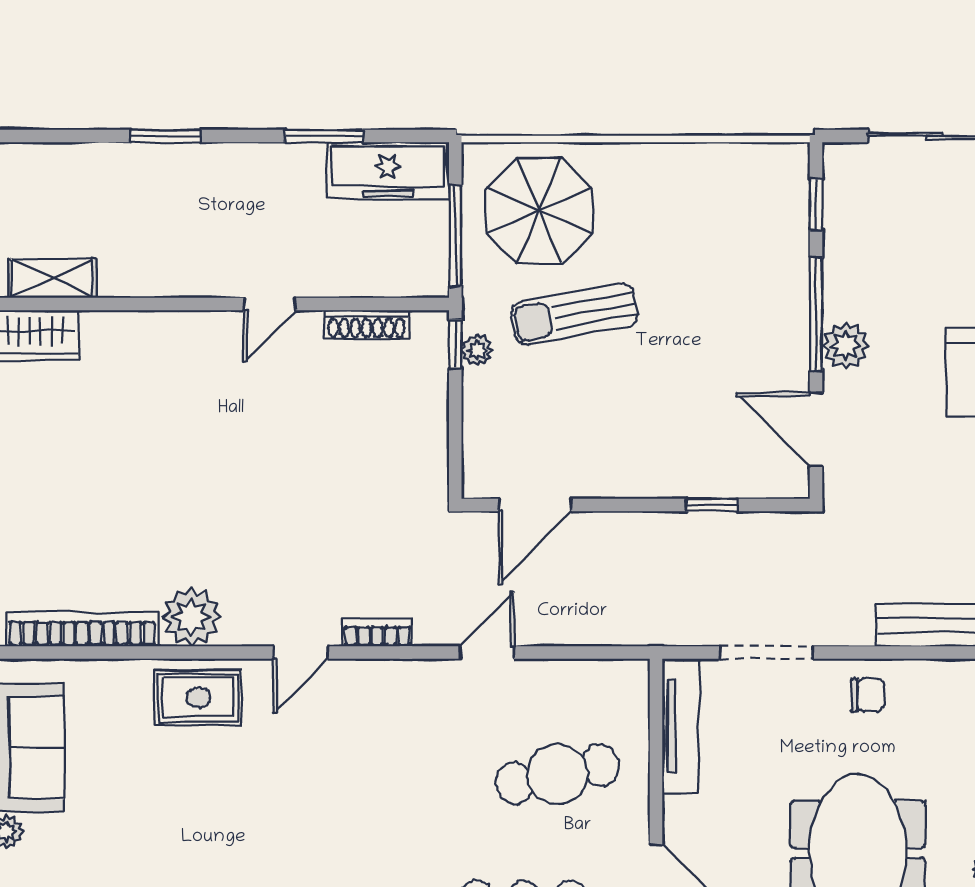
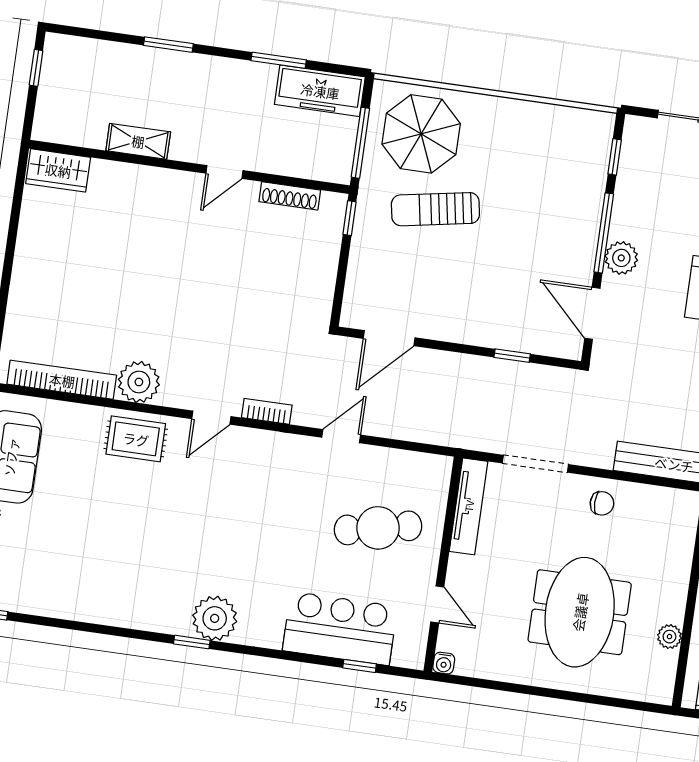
shelving: (52, 278) -> (138, 141), moved
plant: (477, 350) -> (364, 225), removed

